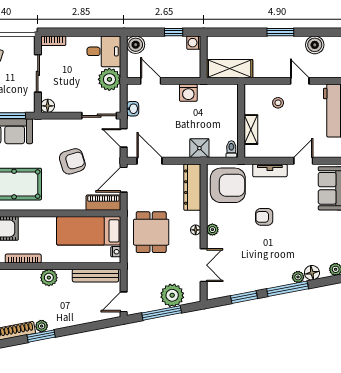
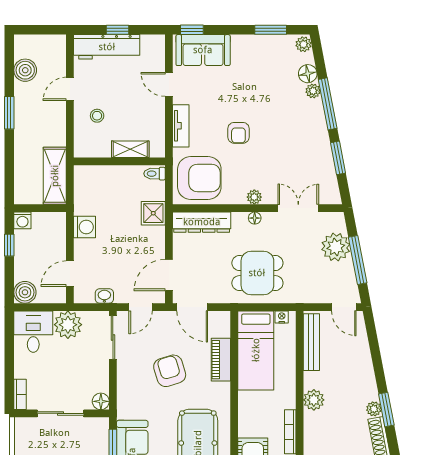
armchair: (228, 185) -> (199, 178), turned 90
piano: (103, 203) -> (221, 360), moved

